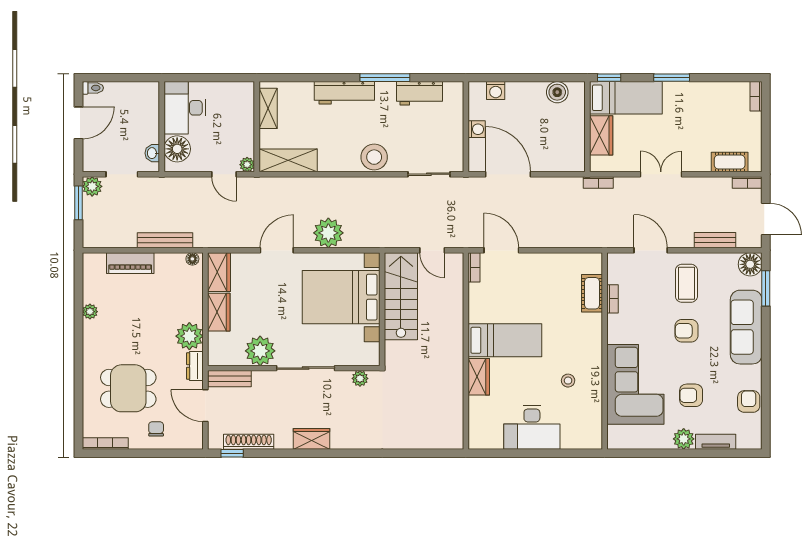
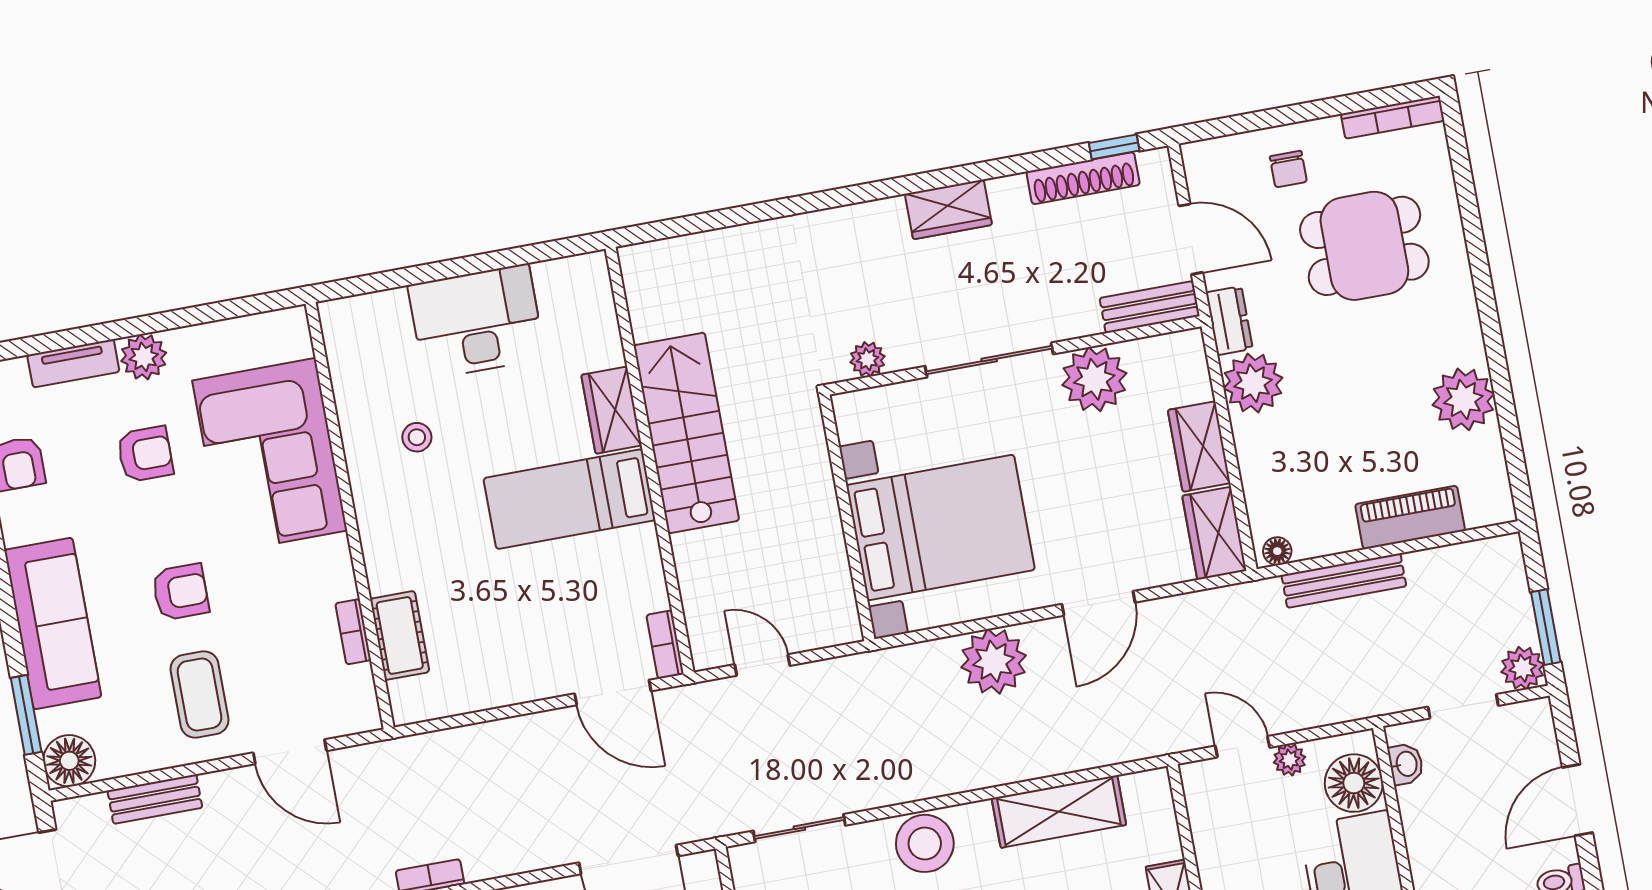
shelving: (288, 160) -> (1059, 811), moved
plant: (247, 165) -> (1290, 760), moved
stairs: (401, 296) -> (686, 433), moved, turned 180
plant: (90, 312) -> (1463, 399), width x1.88, depth x1.88

